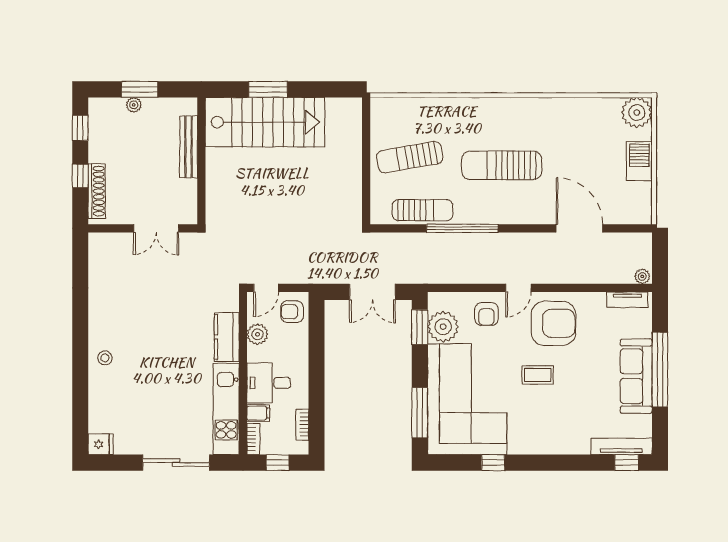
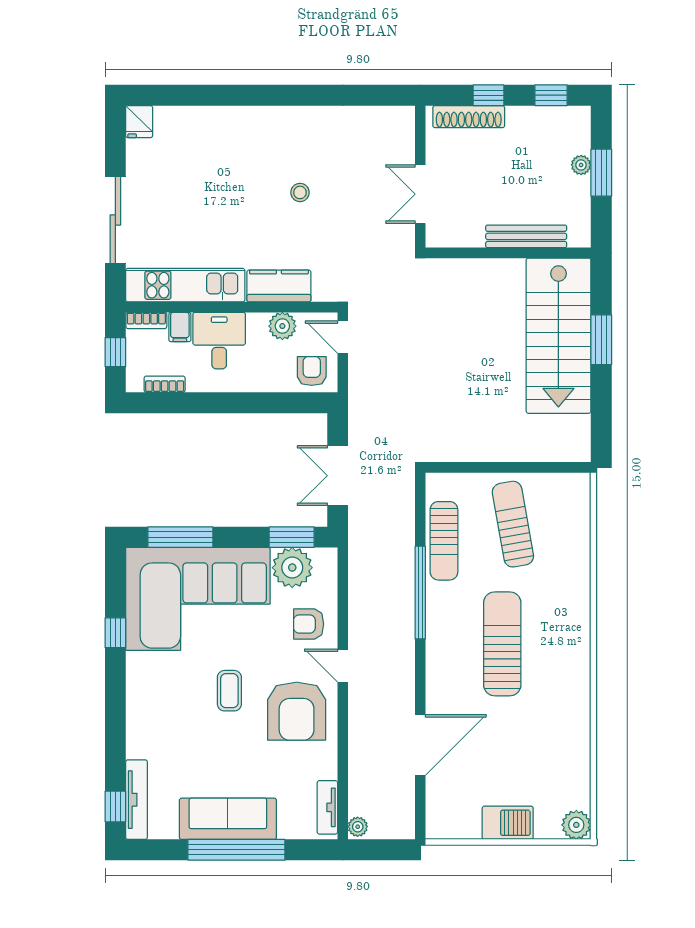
plant: (637, 113) -> (576, 825), width x0.73, depth x0.73
stool: (105, 358) -> (300, 192), moved

